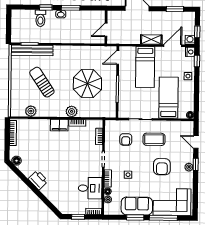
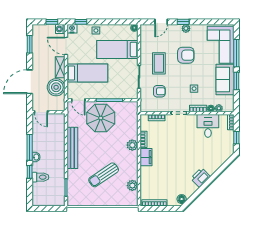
window: (71, 8) -> (30, 147), width x1.44
door: (106, 30) -> (41, 112), moved
boiler: (131, 35) -> (56, 87), added
bench: (32, 50) -> (72, 148), moved
parasol: (87, 84) -> (101, 118), moved

